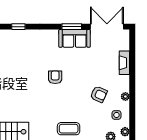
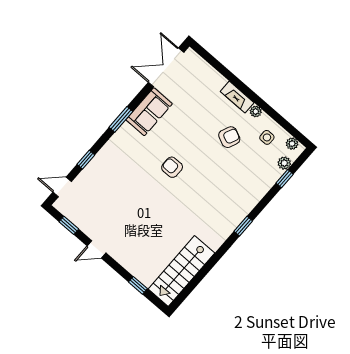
window: (72, 27) -> (121, 119), moved
fireplace: (124, 63) -> (237, 97), moved
coffee table: (69, 129) -> (238, 200), removed

